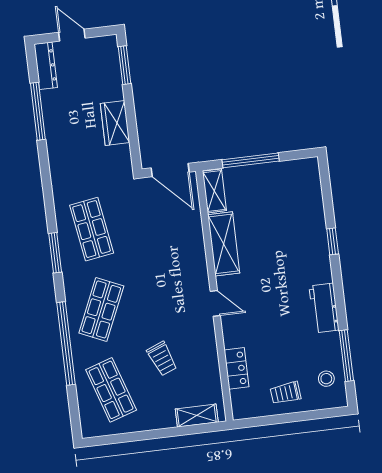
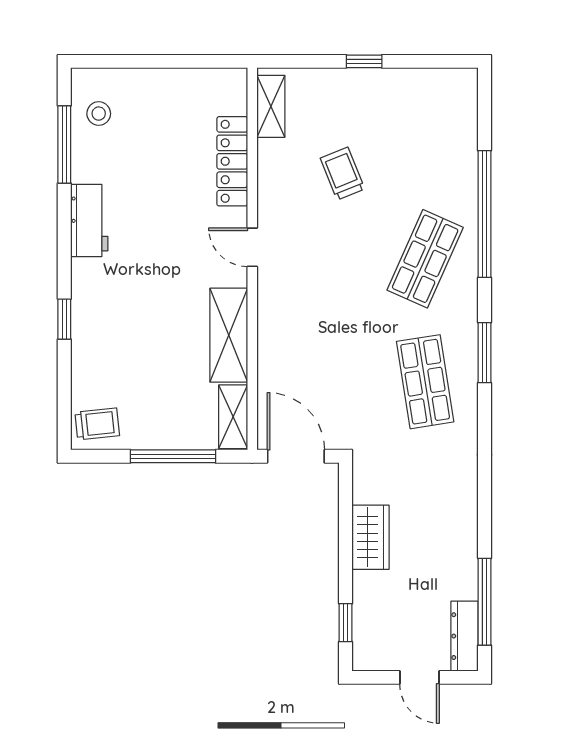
window: (125, 65) -> (345, 623), width x0.67
window: (38, 111) -> (484, 602), moved
locker: (236, 368) -> (232, 161), width x1.53
shop shelf: (111, 390) -> (425, 136), removed
trolley: (286, 393) -> (97, 424), moved
shelving: (197, 416) -> (271, 106), moved, turned 90
window: (157, 434) -> (364, 61), added

